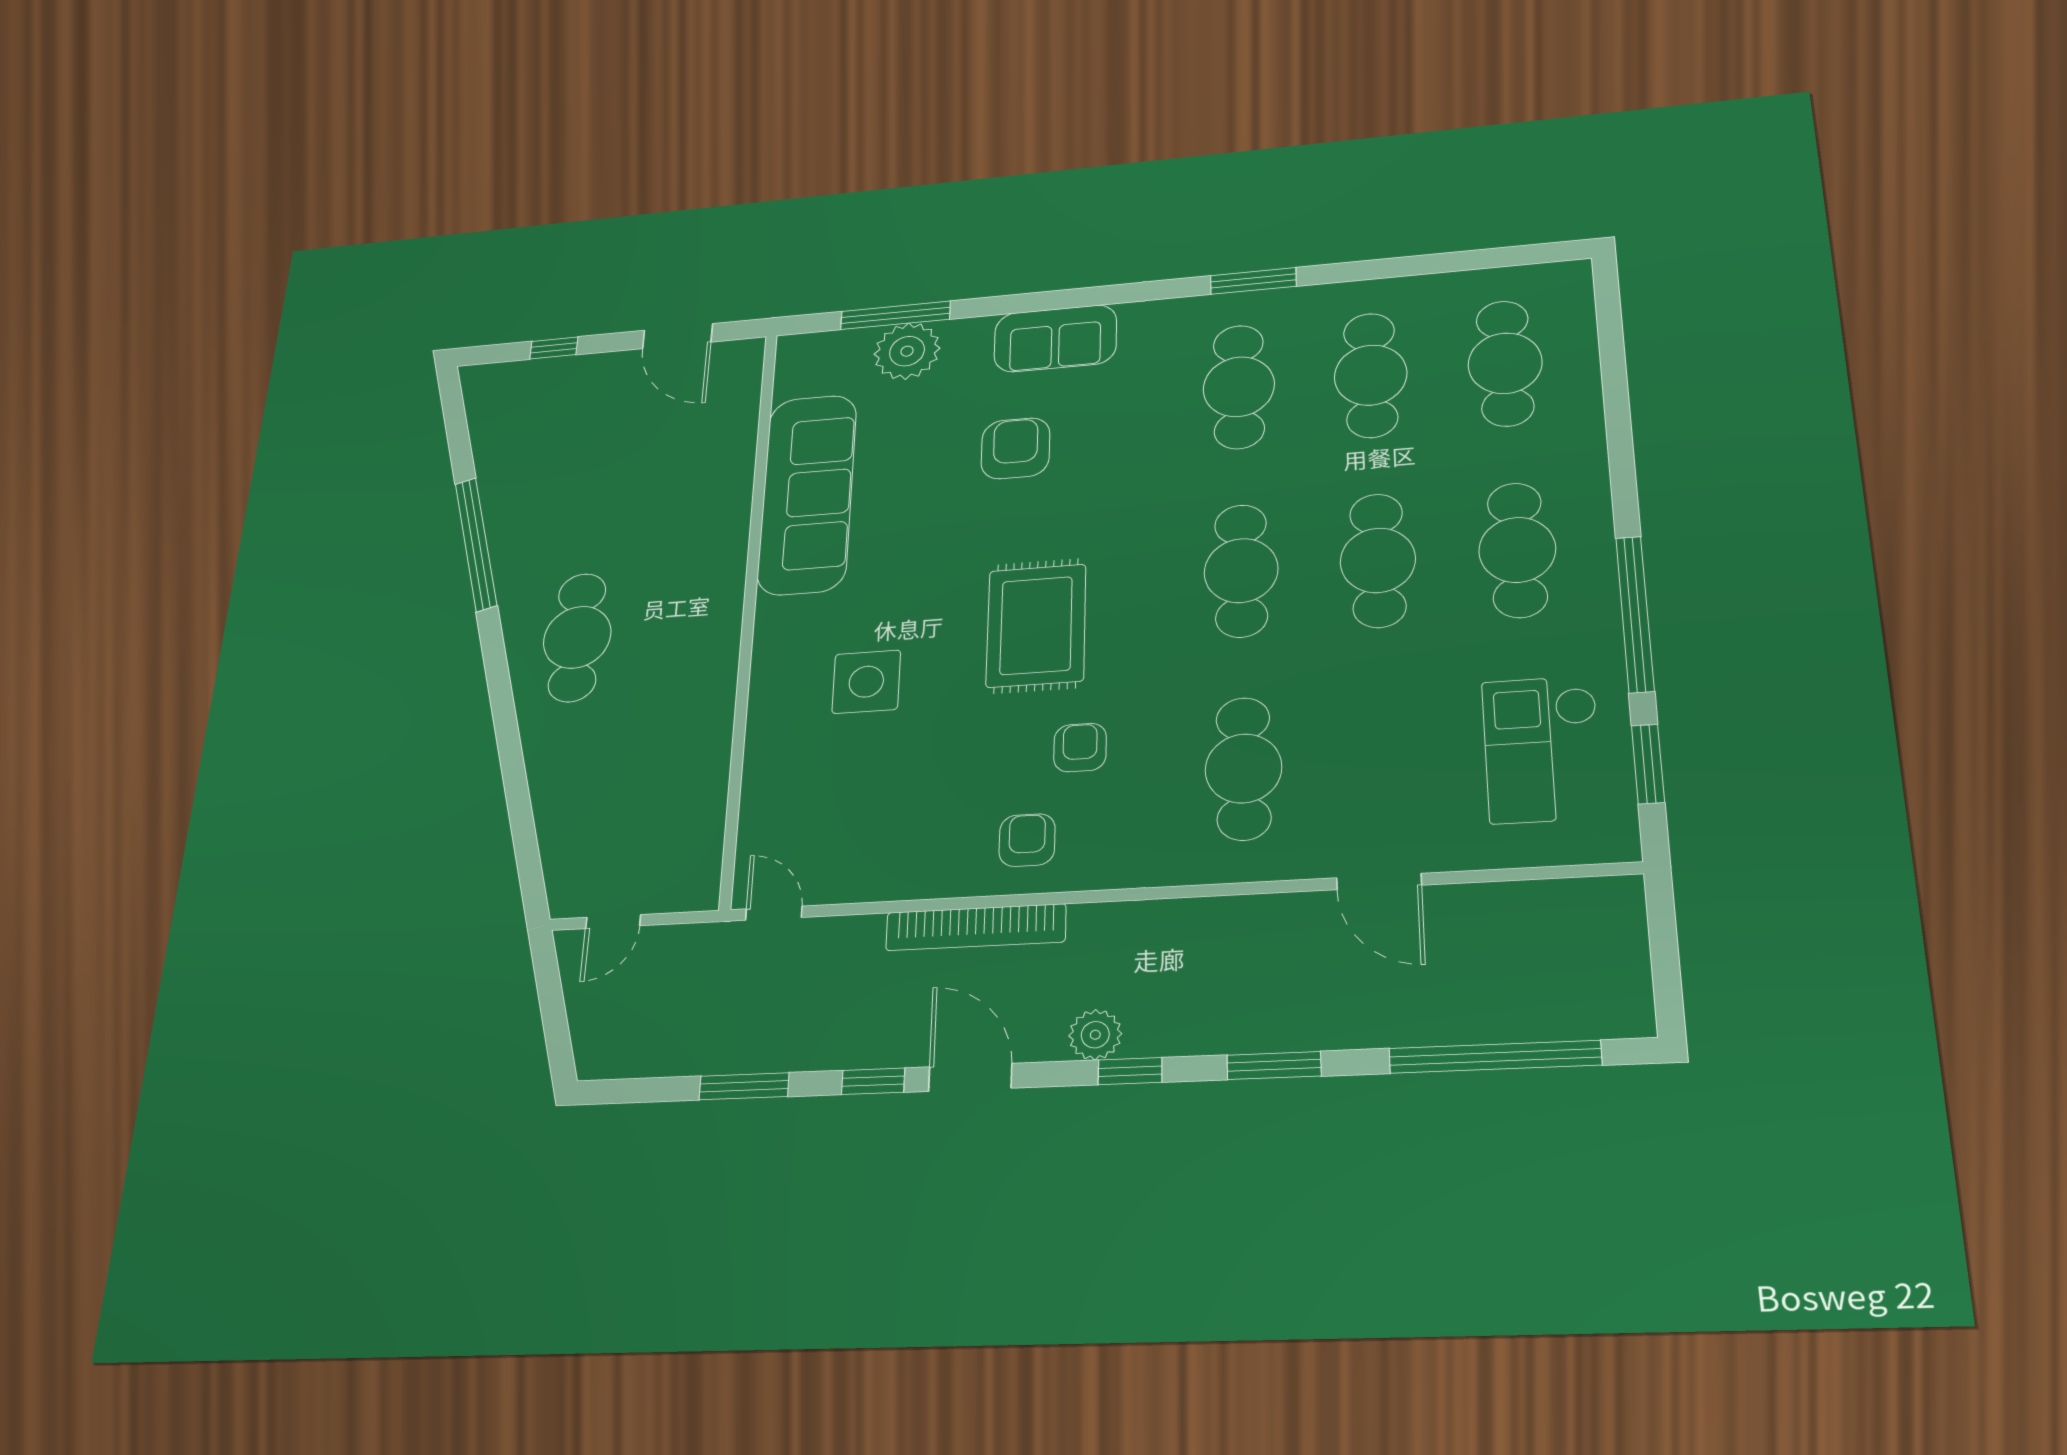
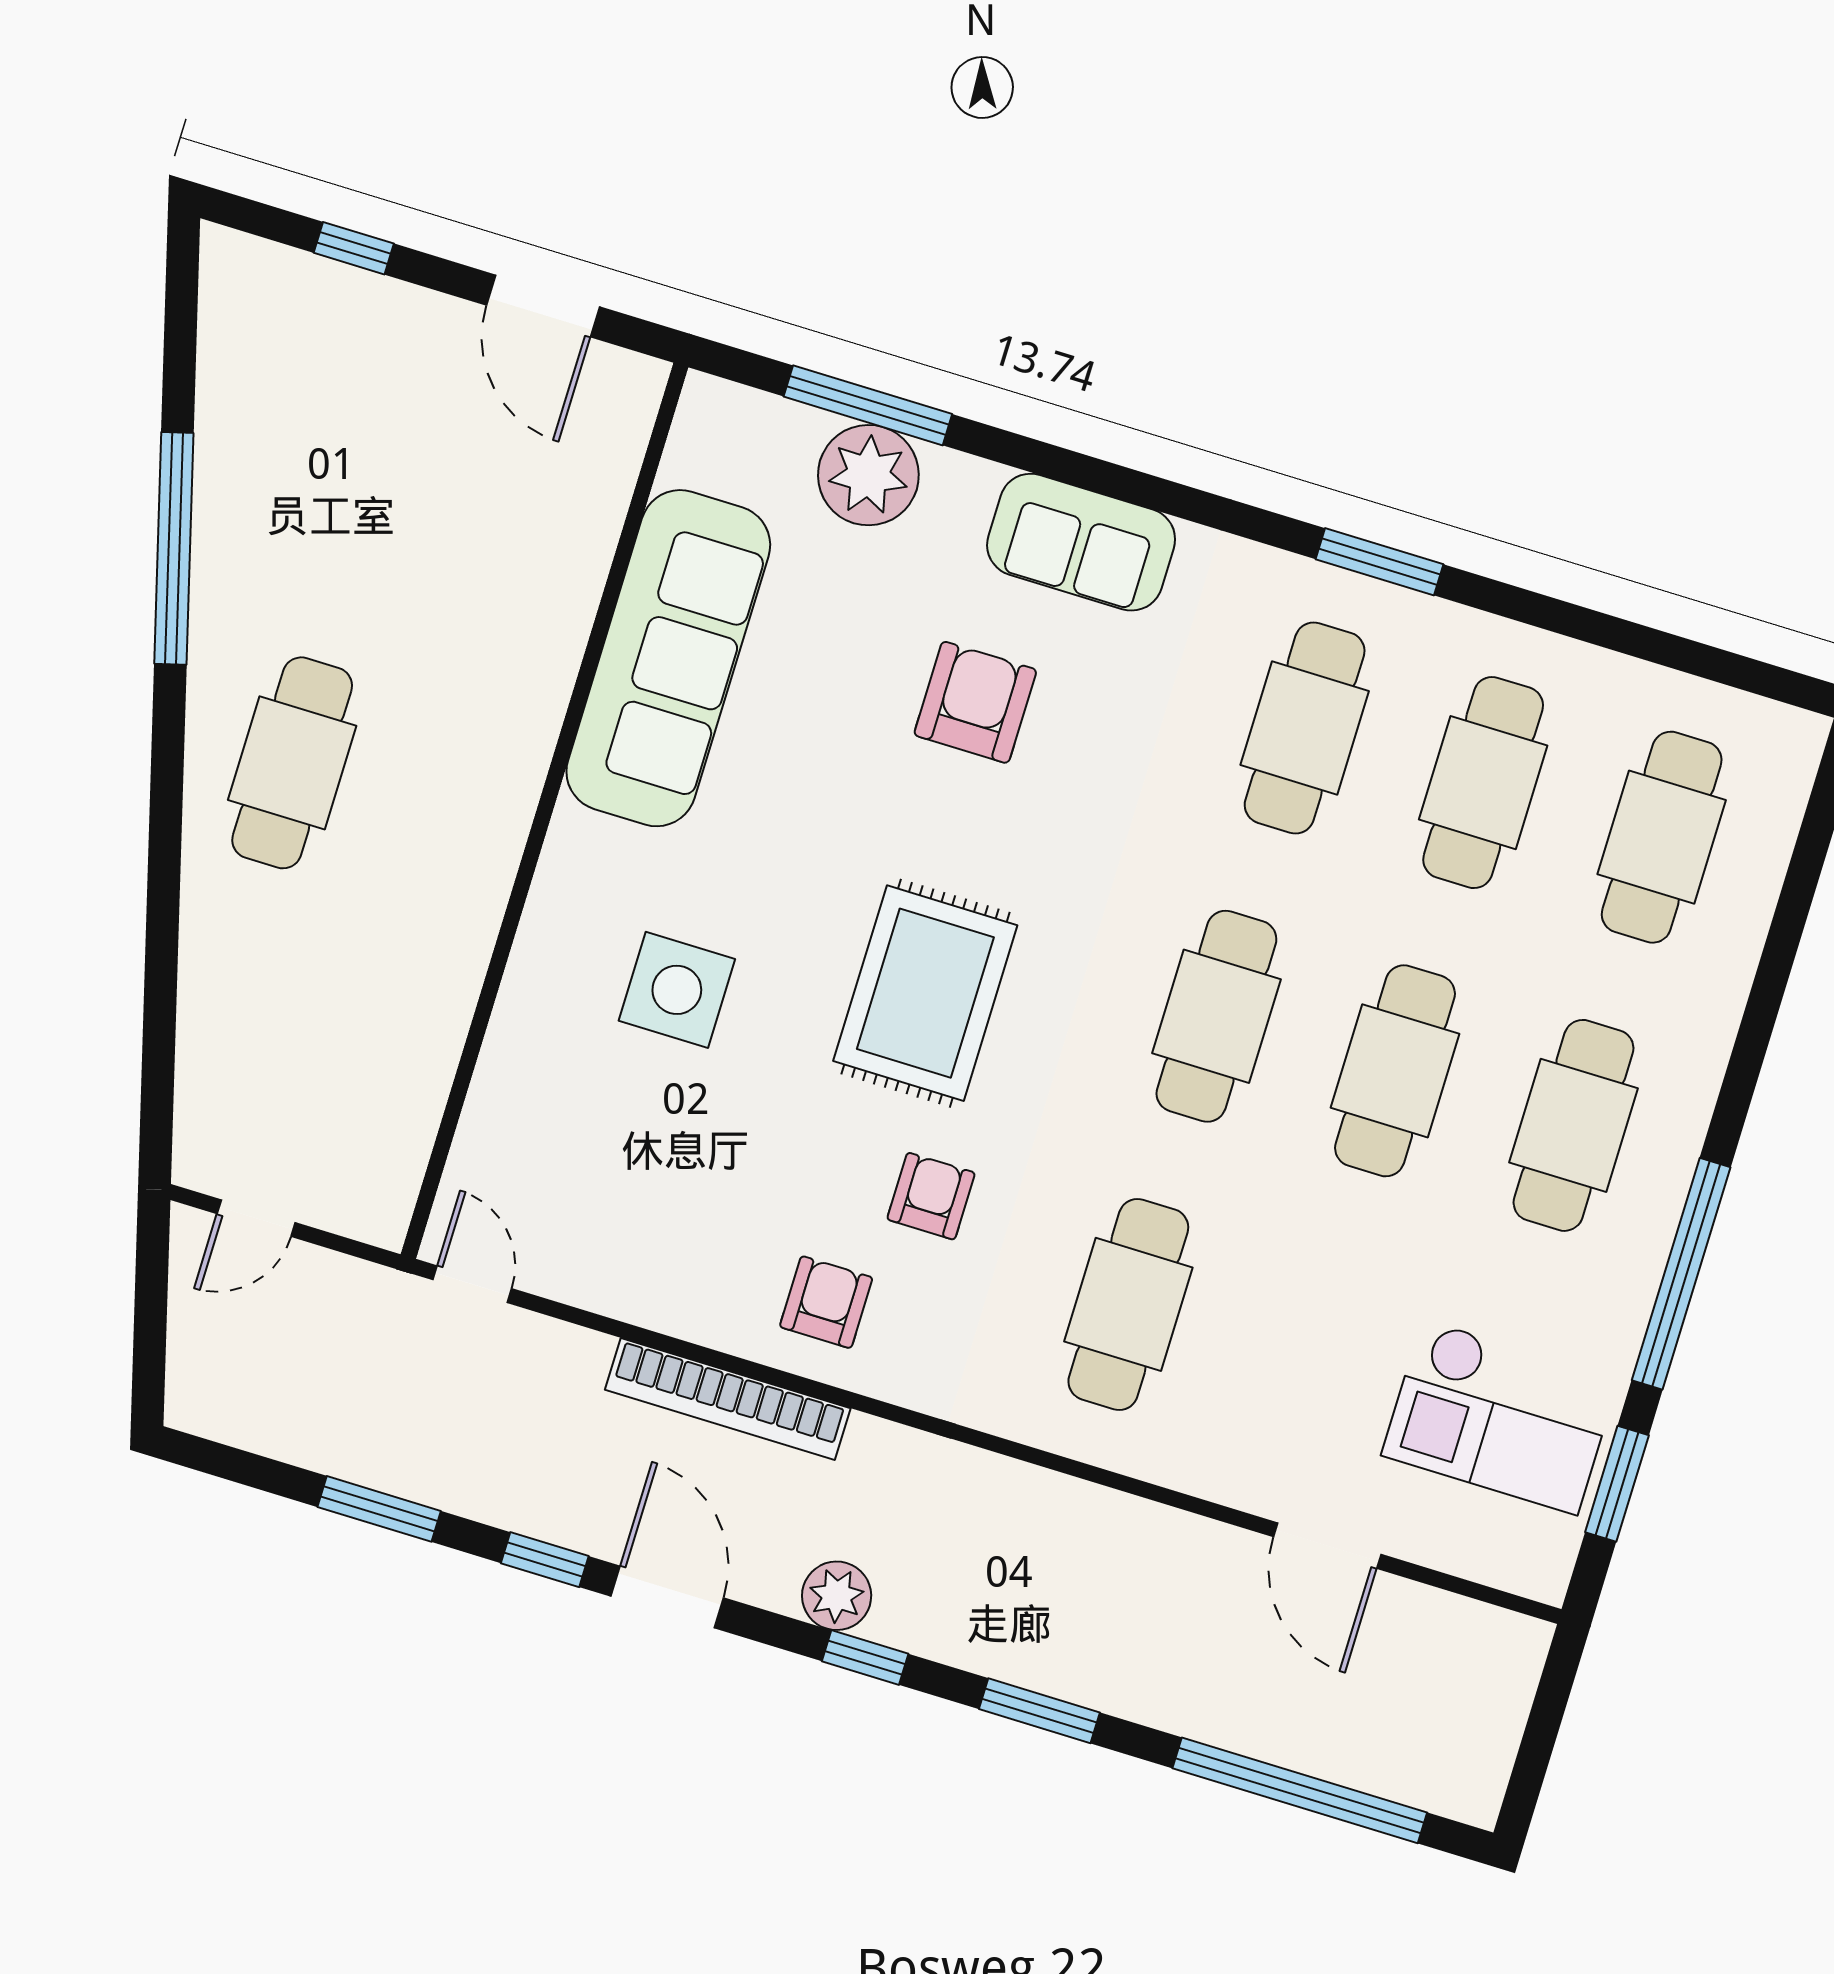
checkout: (1542, 749) -> (1500, 1417), turned -90
door: (1379, 882) -> (1327, 1546), moved

